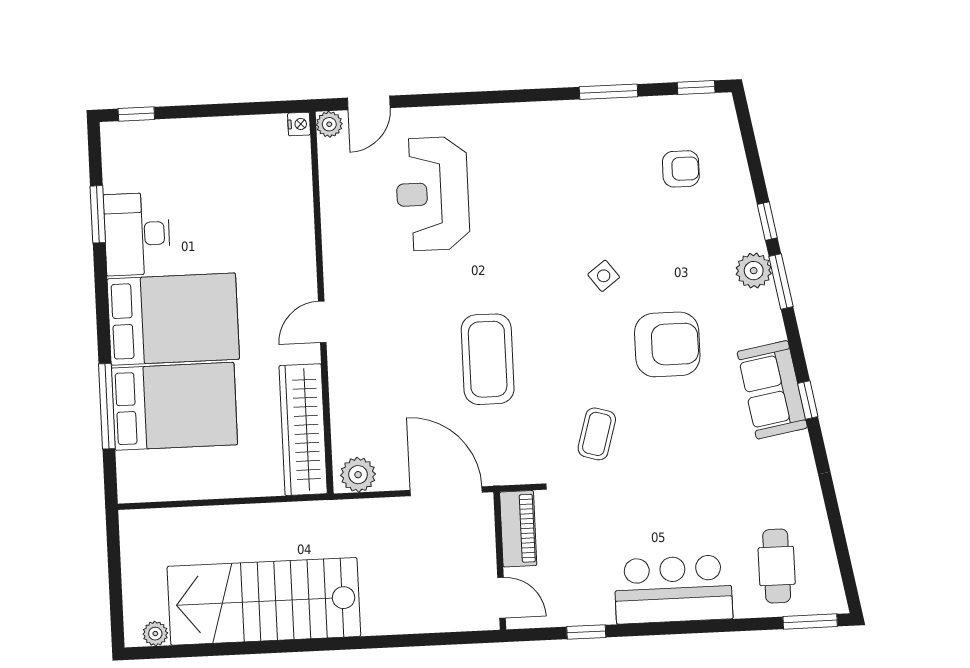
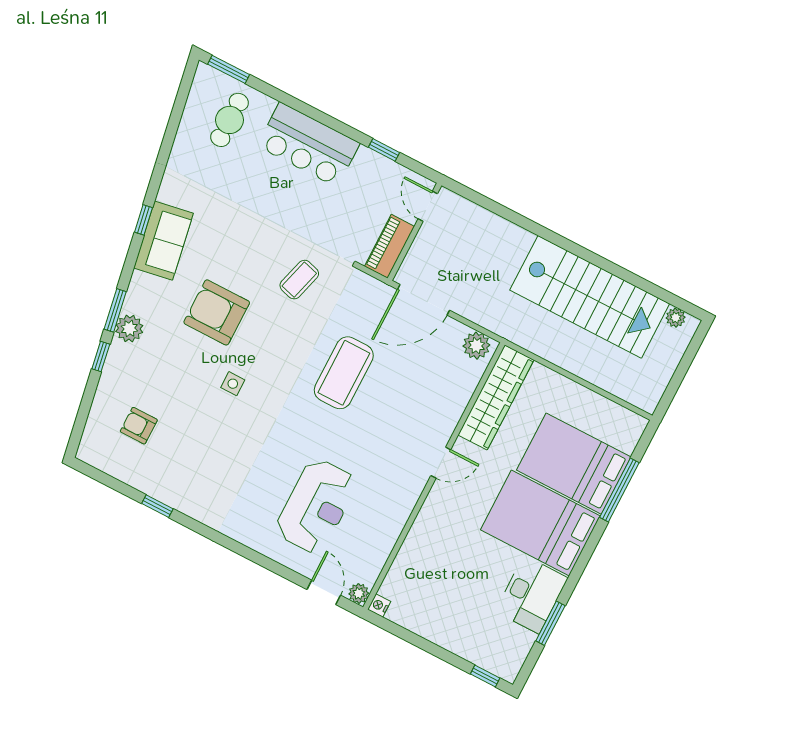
window: (696, 88) -> (97, 475), removed
window: (609, 92) -> (157, 506), width x0.67
door: (369, 103) -> (324, 592), hinge flipped
side table: (604, 276) -> (233, 384), turned 37
door: (446, 491) -> (423, 300), hinge flipped

